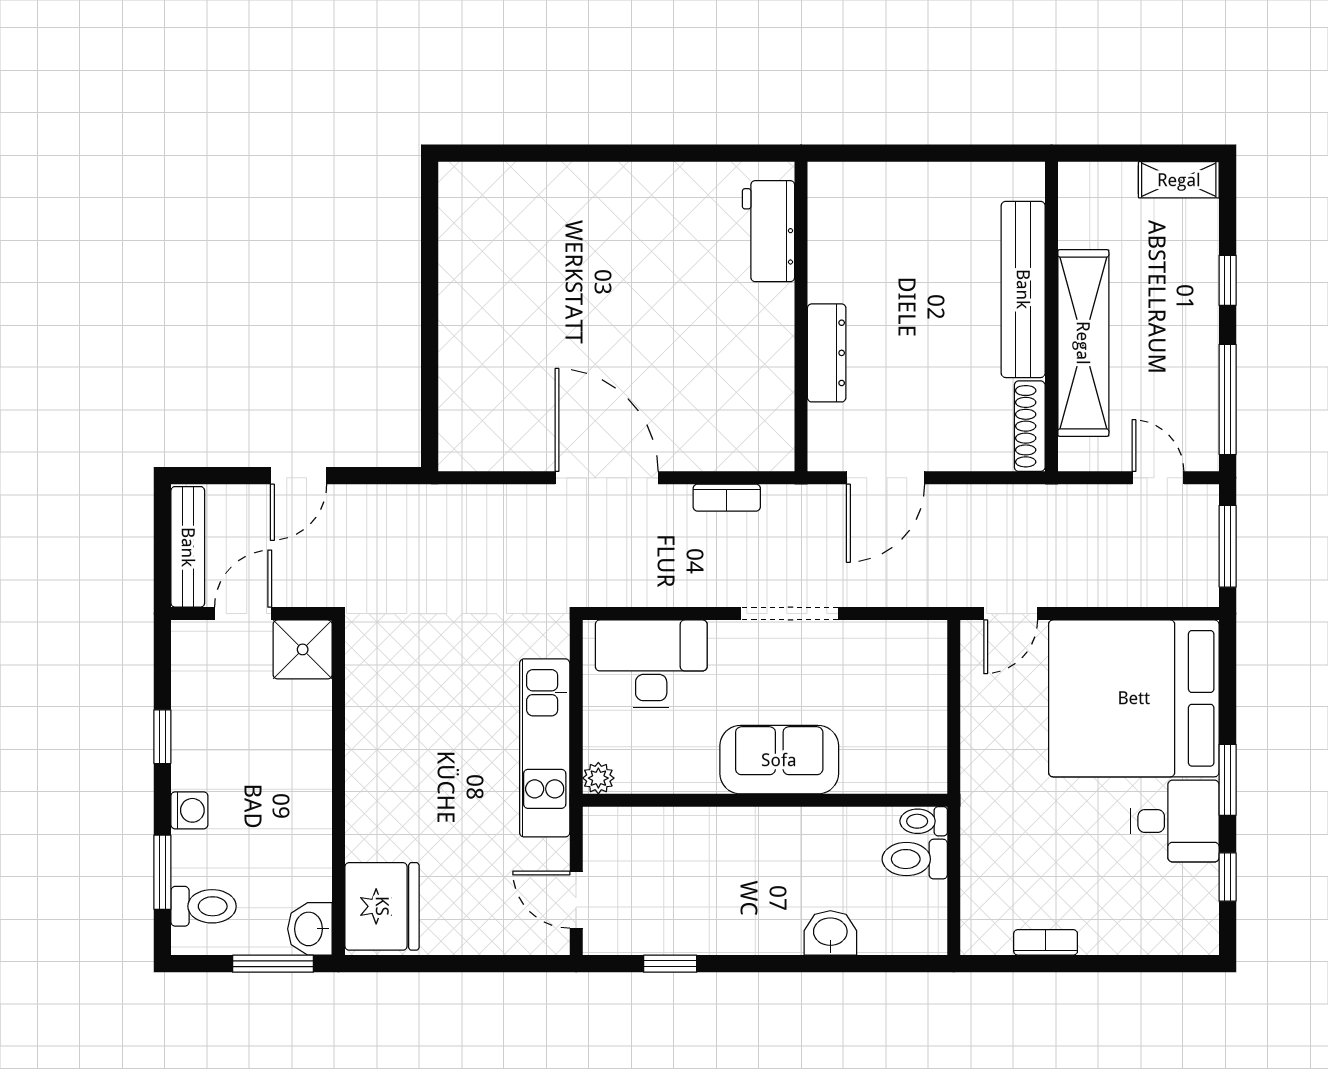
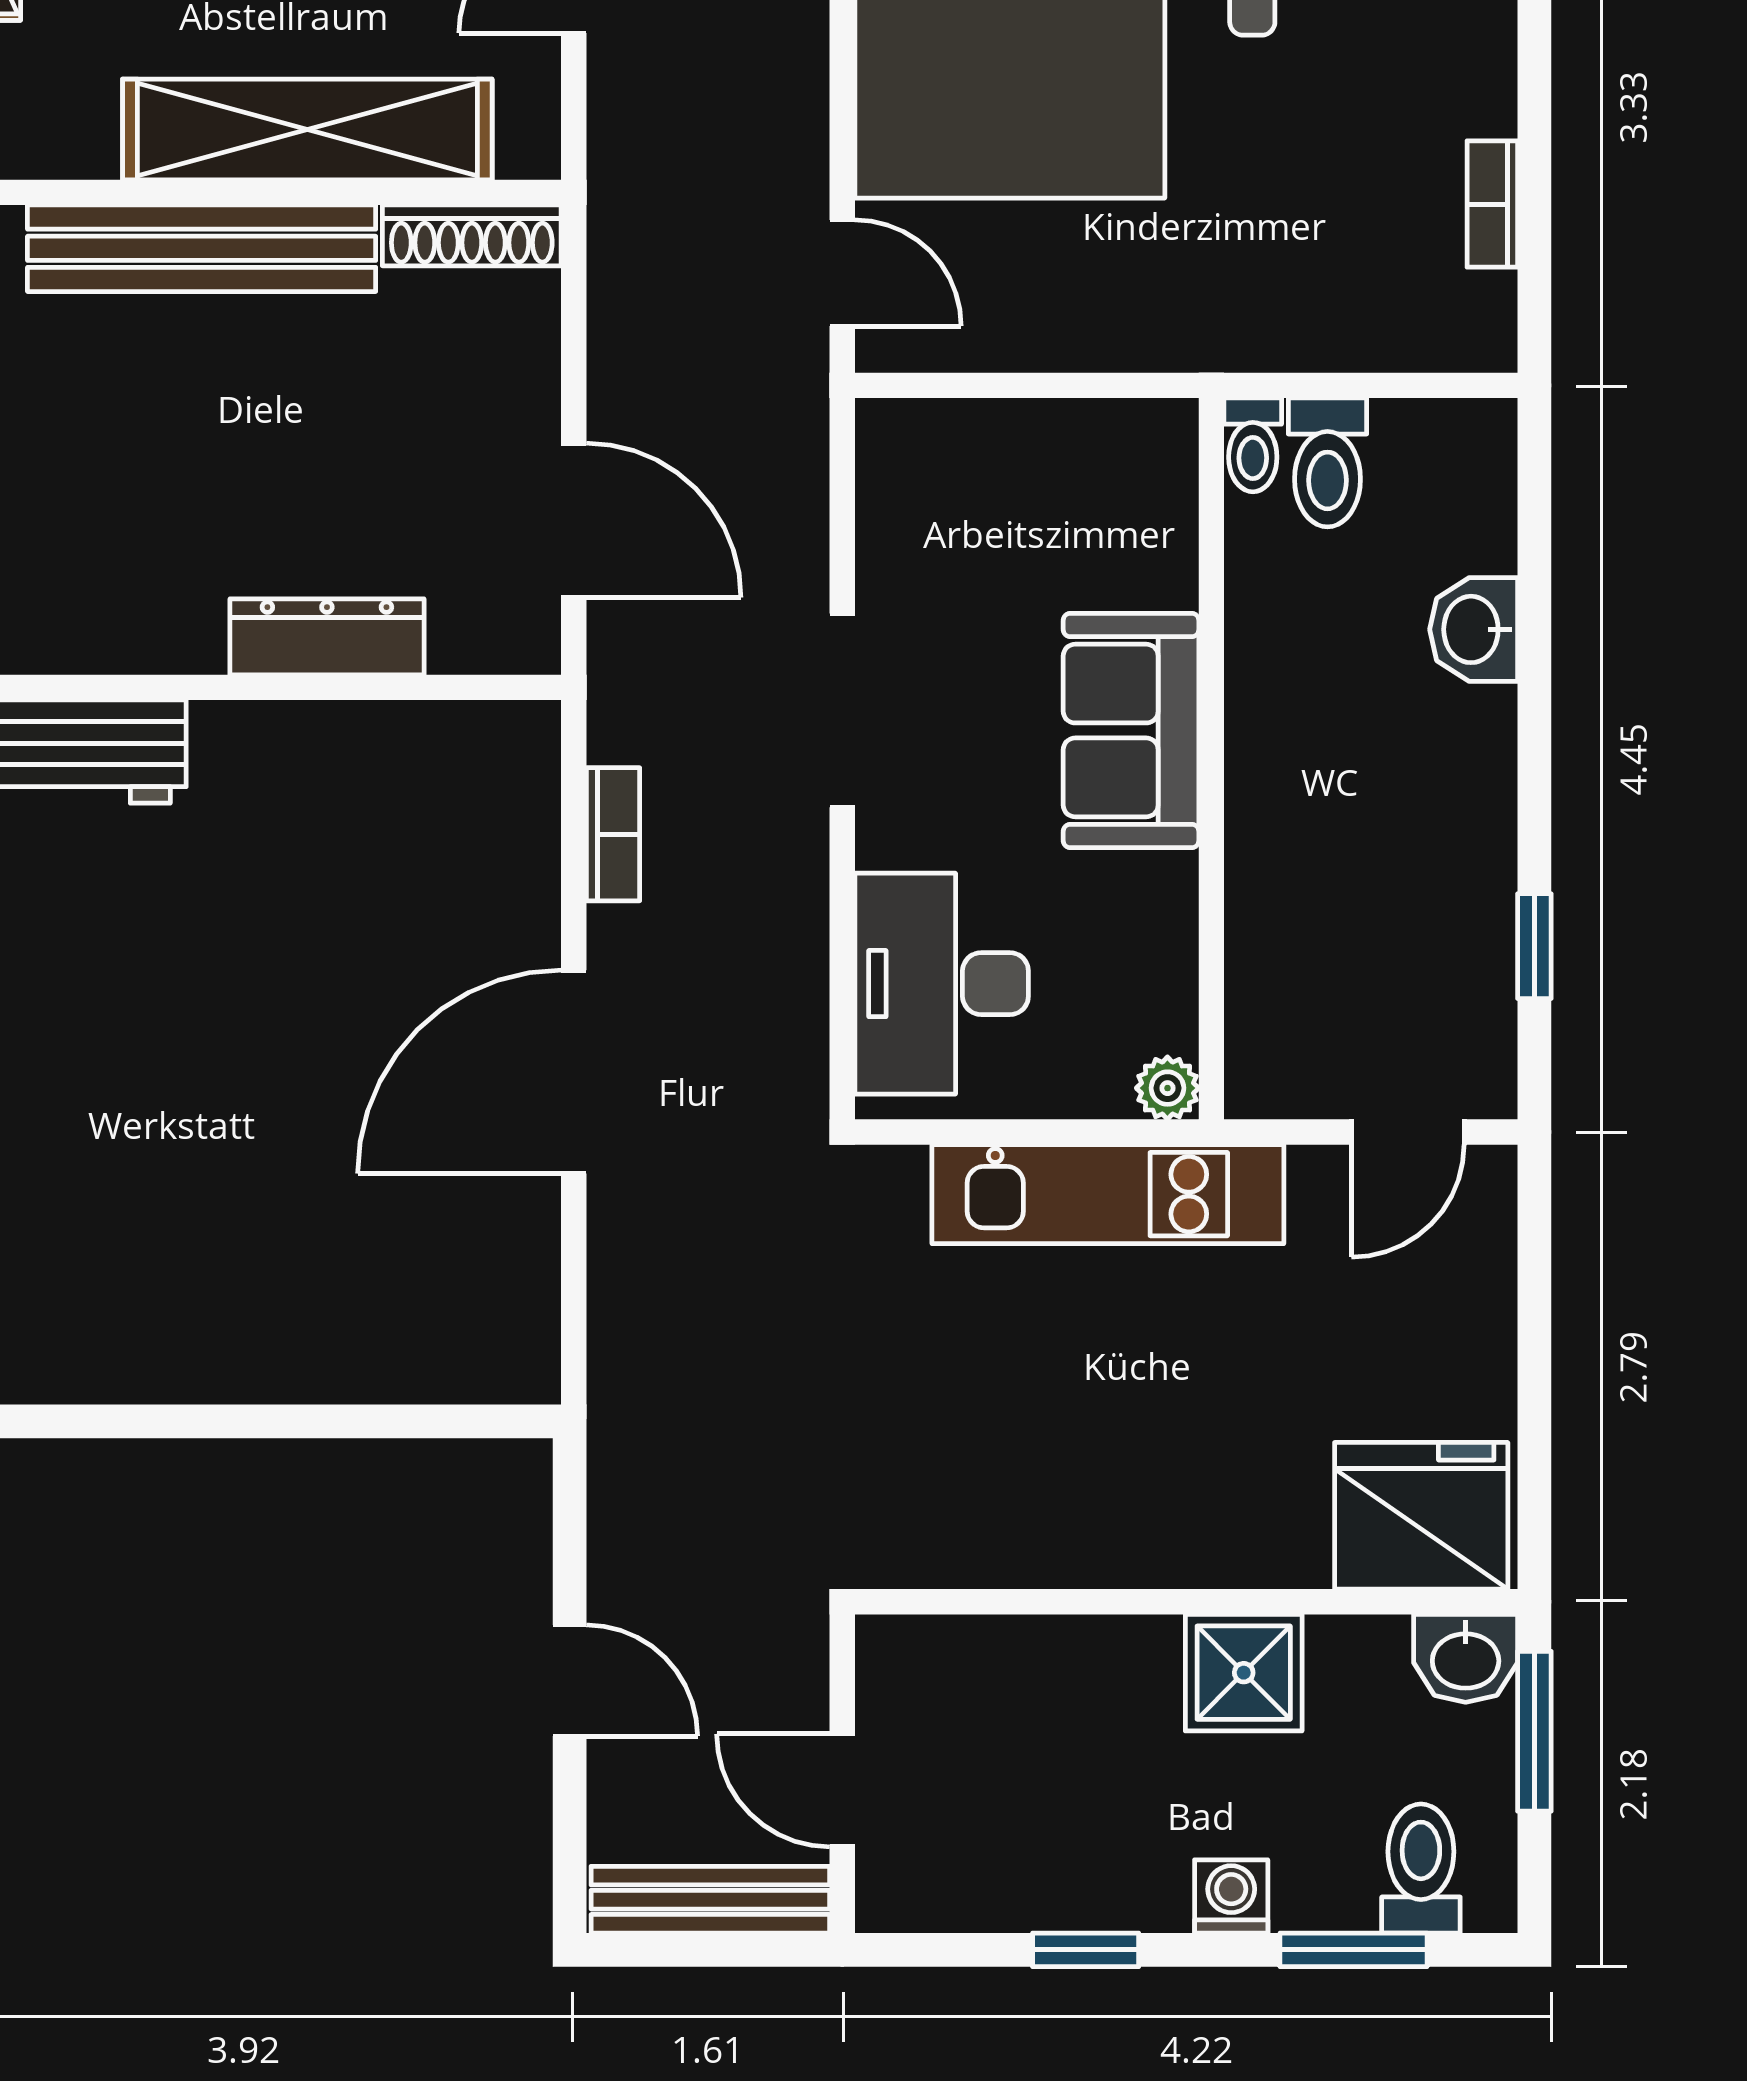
shower: (303, 649) -> (1244, 1673), moved

